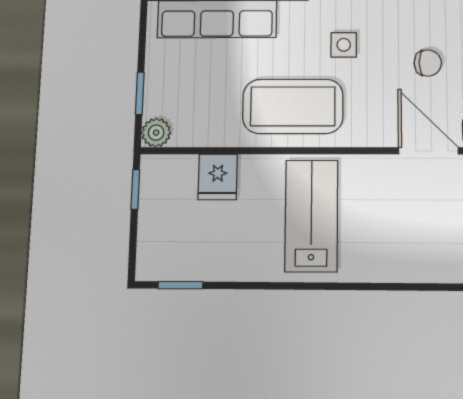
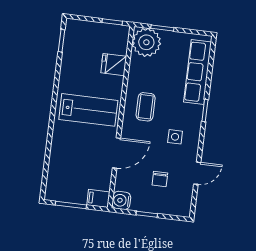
coffee table: (293, 106) -> (146, 107), width x0.54, depth x0.58
plant: (156, 133) -> (146, 42), width x1.88, depth x1.88
door: (428, 151) -> (116, 153), moved

